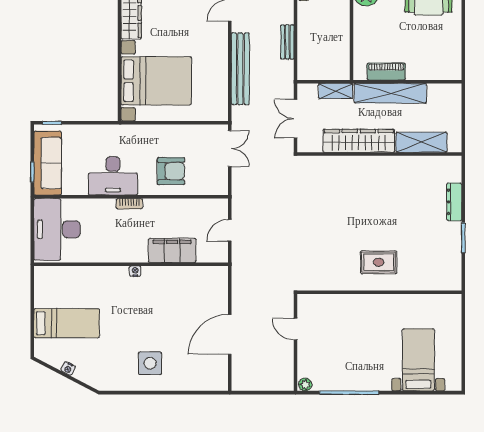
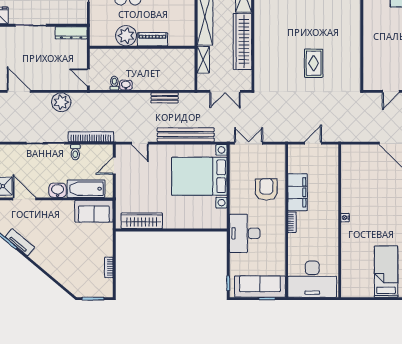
piano: (386, 71) -> (152, 39), moved, turned 90
bed with nightstands: (156, 81) -> (199, 176), moved, turned -90
desk: (113, 176) -> (245, 233), moved, turned 180
door: (230, 230) -> (313, 143), swing flipped
filing cabinet: (172, 250) -> (298, 192), moved, turned 180
rug: (379, 262) -> (314, 63), moved

